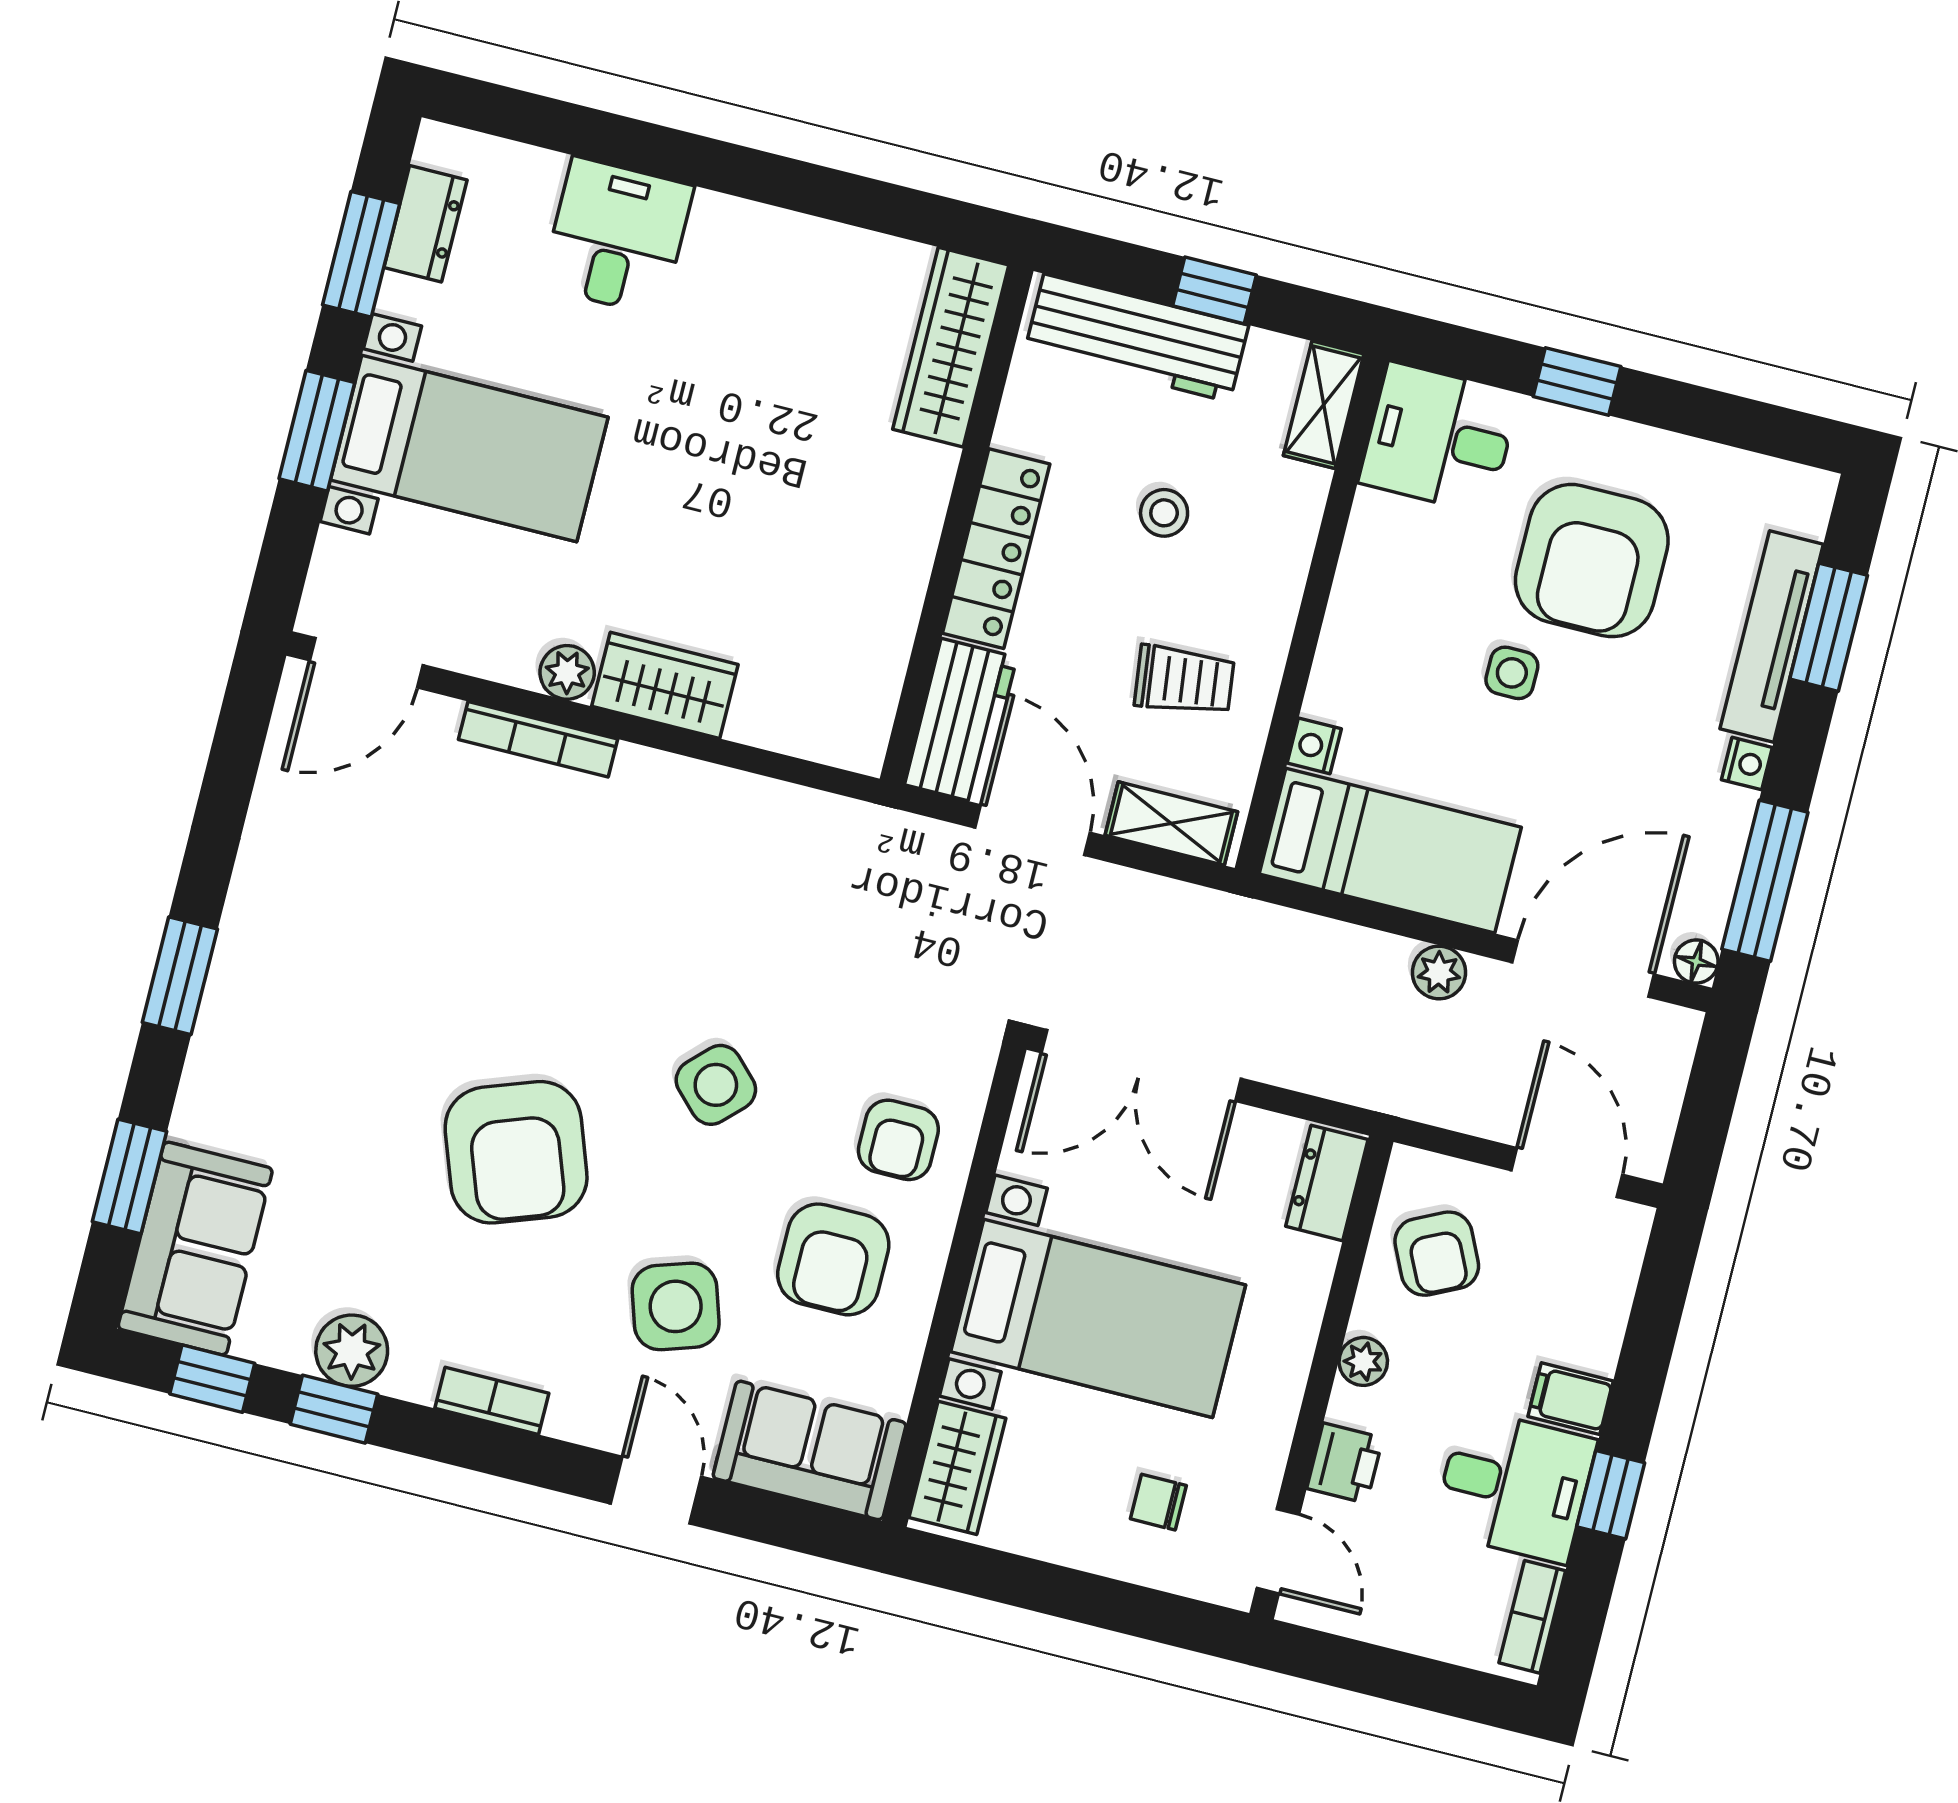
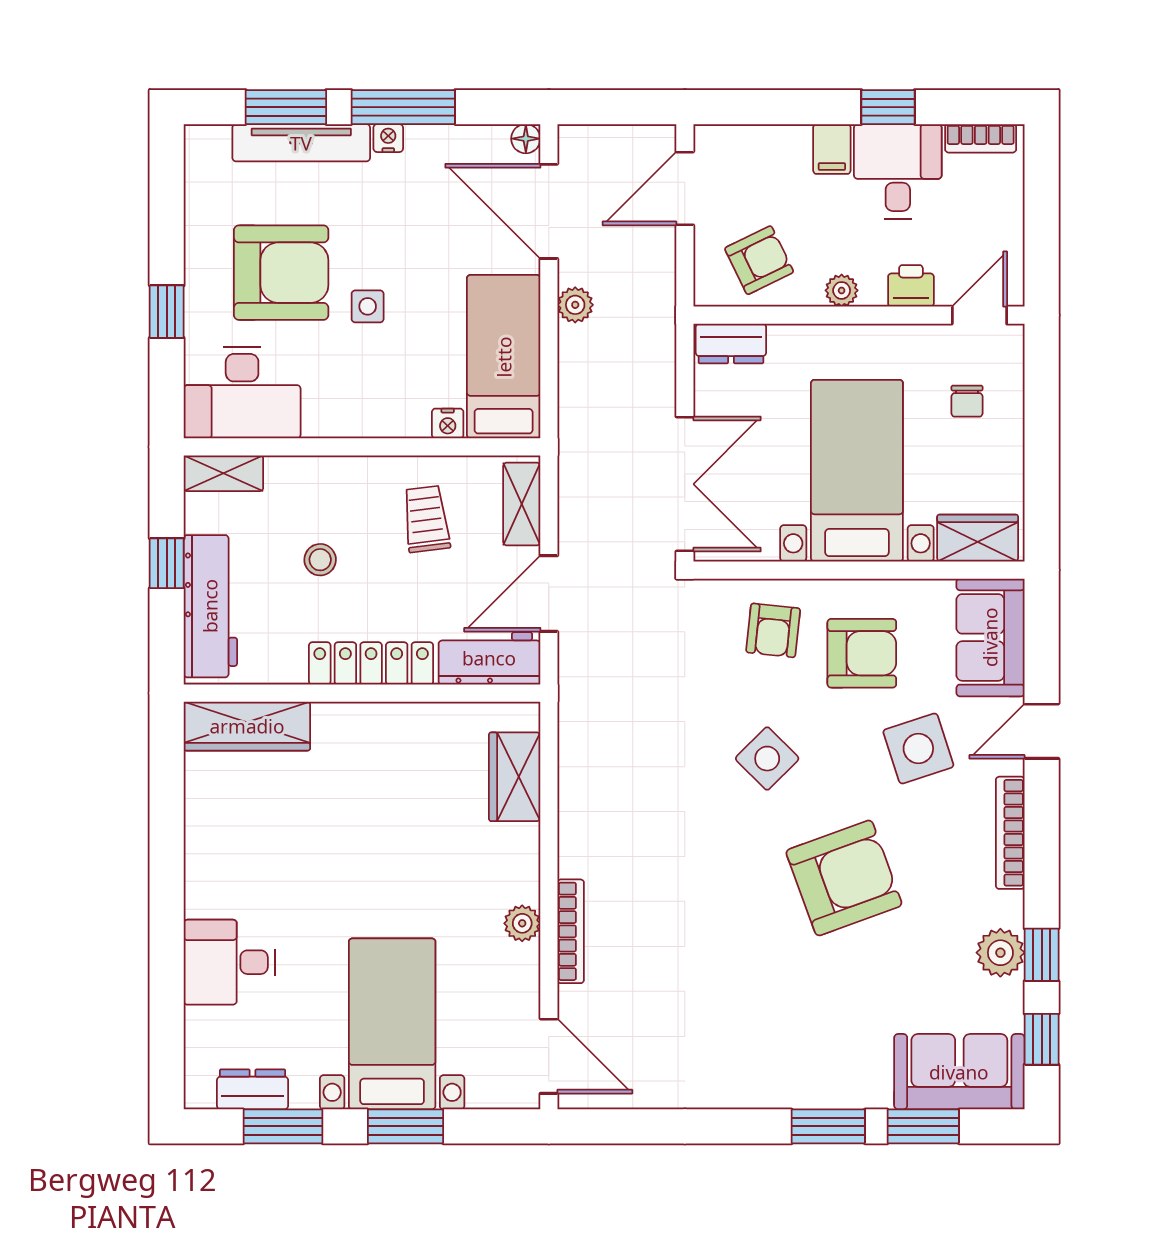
desk: (1439, 438) -> (242, 392), width x1.37
wardrobe: (665, 685) -> (515, 777), moved
window: (1765, 881) -> (403, 107), moved
window: (180, 976) -> (828, 1126), moved
armchair: (898, 1140) -> (773, 630), turned 96
bookcase: (492, 1401) -> (1010, 833), width x1.56

